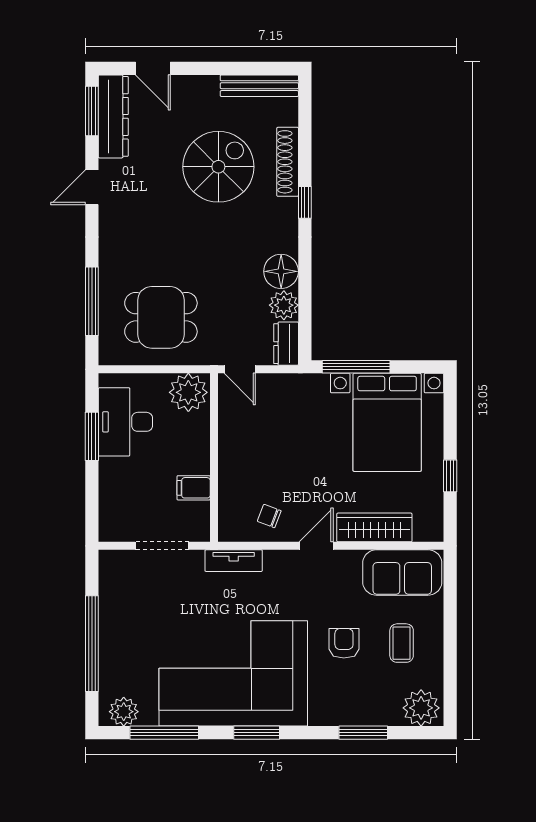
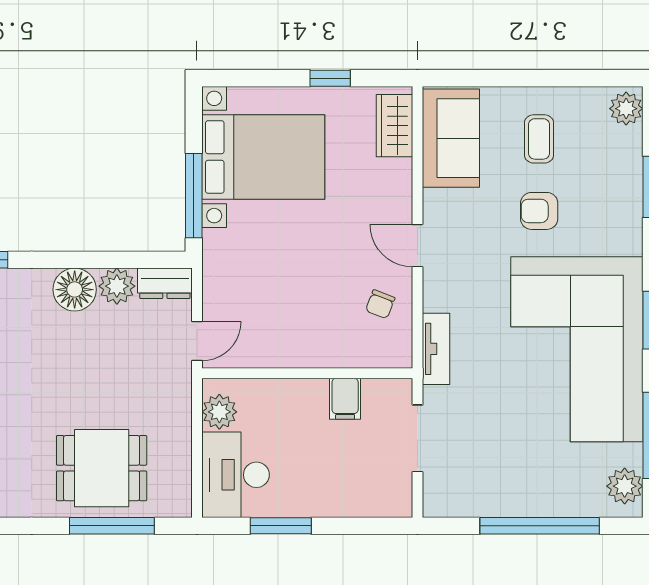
dining table: (161, 317) -> (102, 468), moved, turned 90
plant: (188, 392) -> (219, 412), width x0.73, depth x0.73
desk: (125, 422) -> (236, 475), moved, turned 90
wardrobe: (374, 527) -> (395, 126), moved, width x0.67
coffee table: (402, 643) -> (539, 139), turned 90
plant: (421, 708) -> (626, 109), width x0.73, depth x0.73

